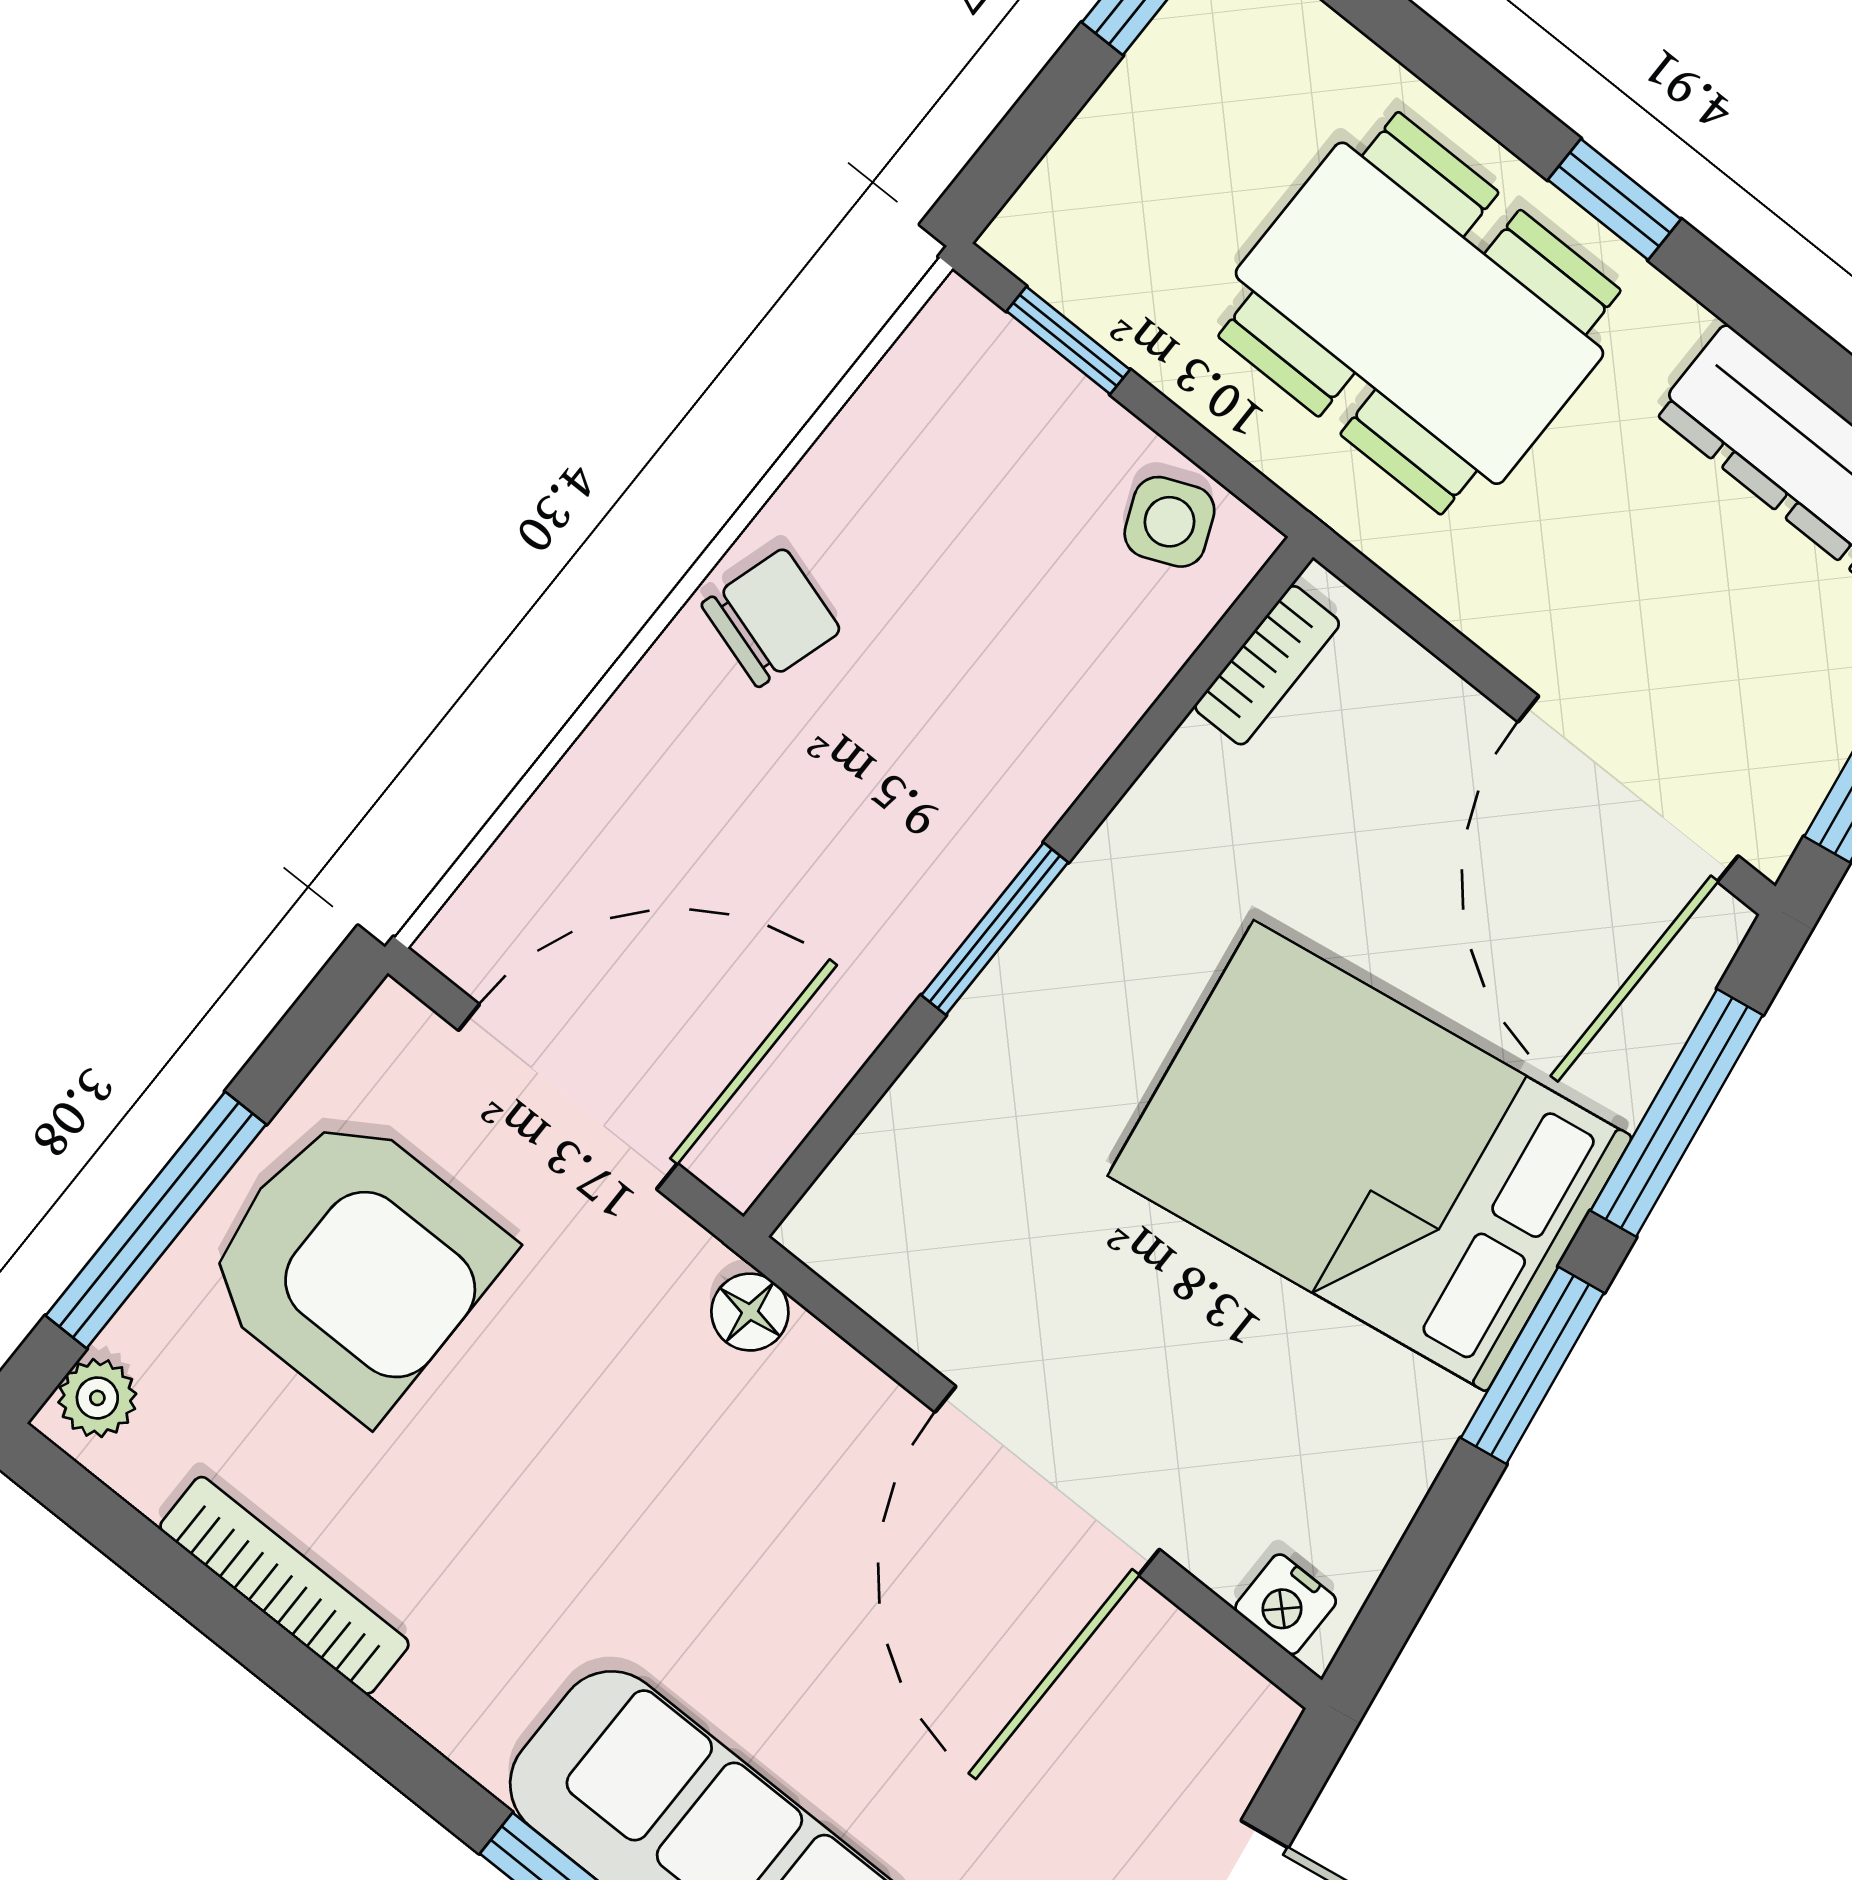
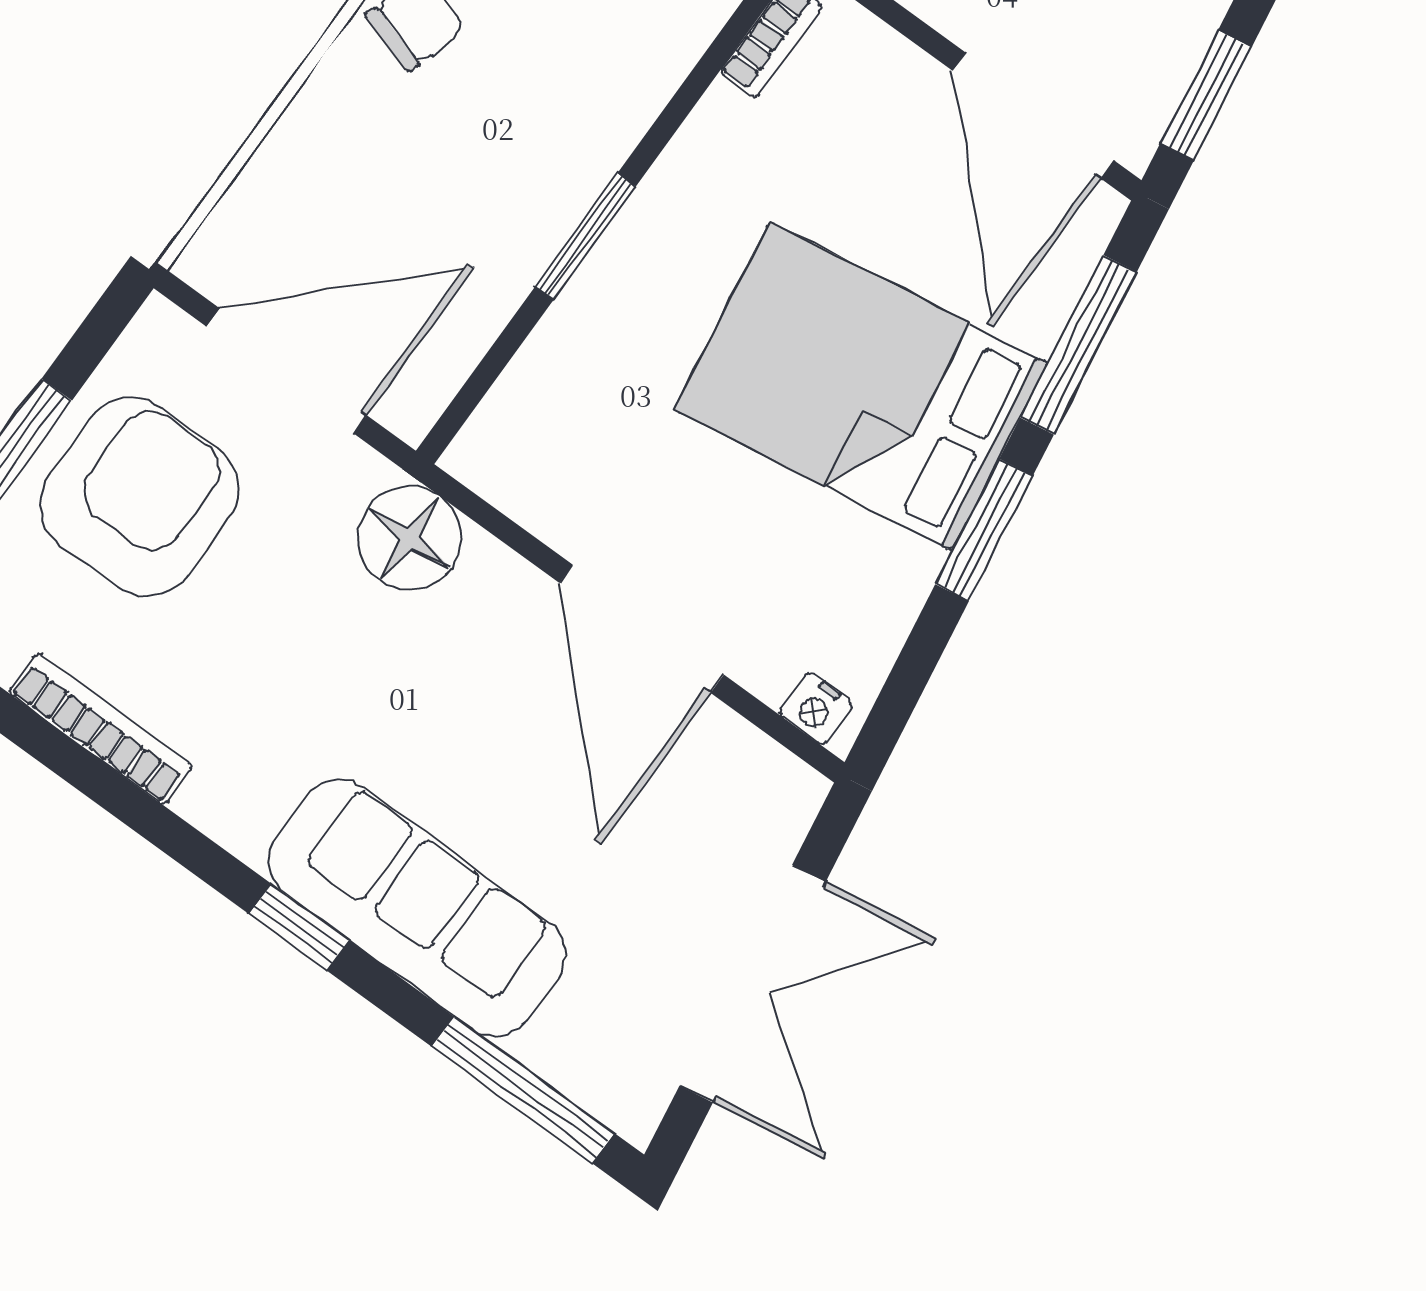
armchair: (354, 1264) -> (139, 497), turned -90
floor lamp: (750, 1312) -> (409, 538), width x1.89, depth x1.89

